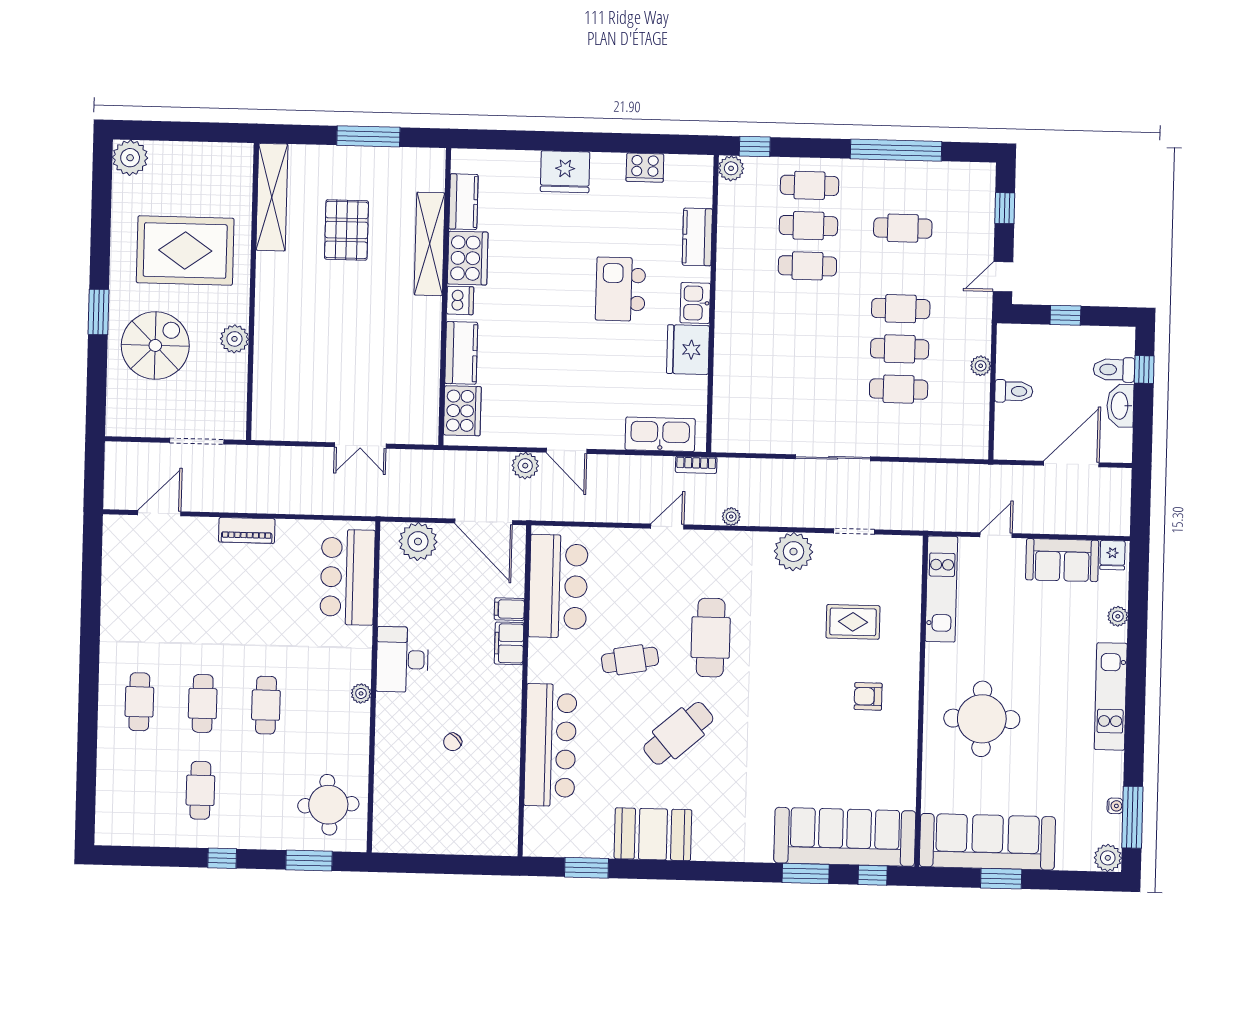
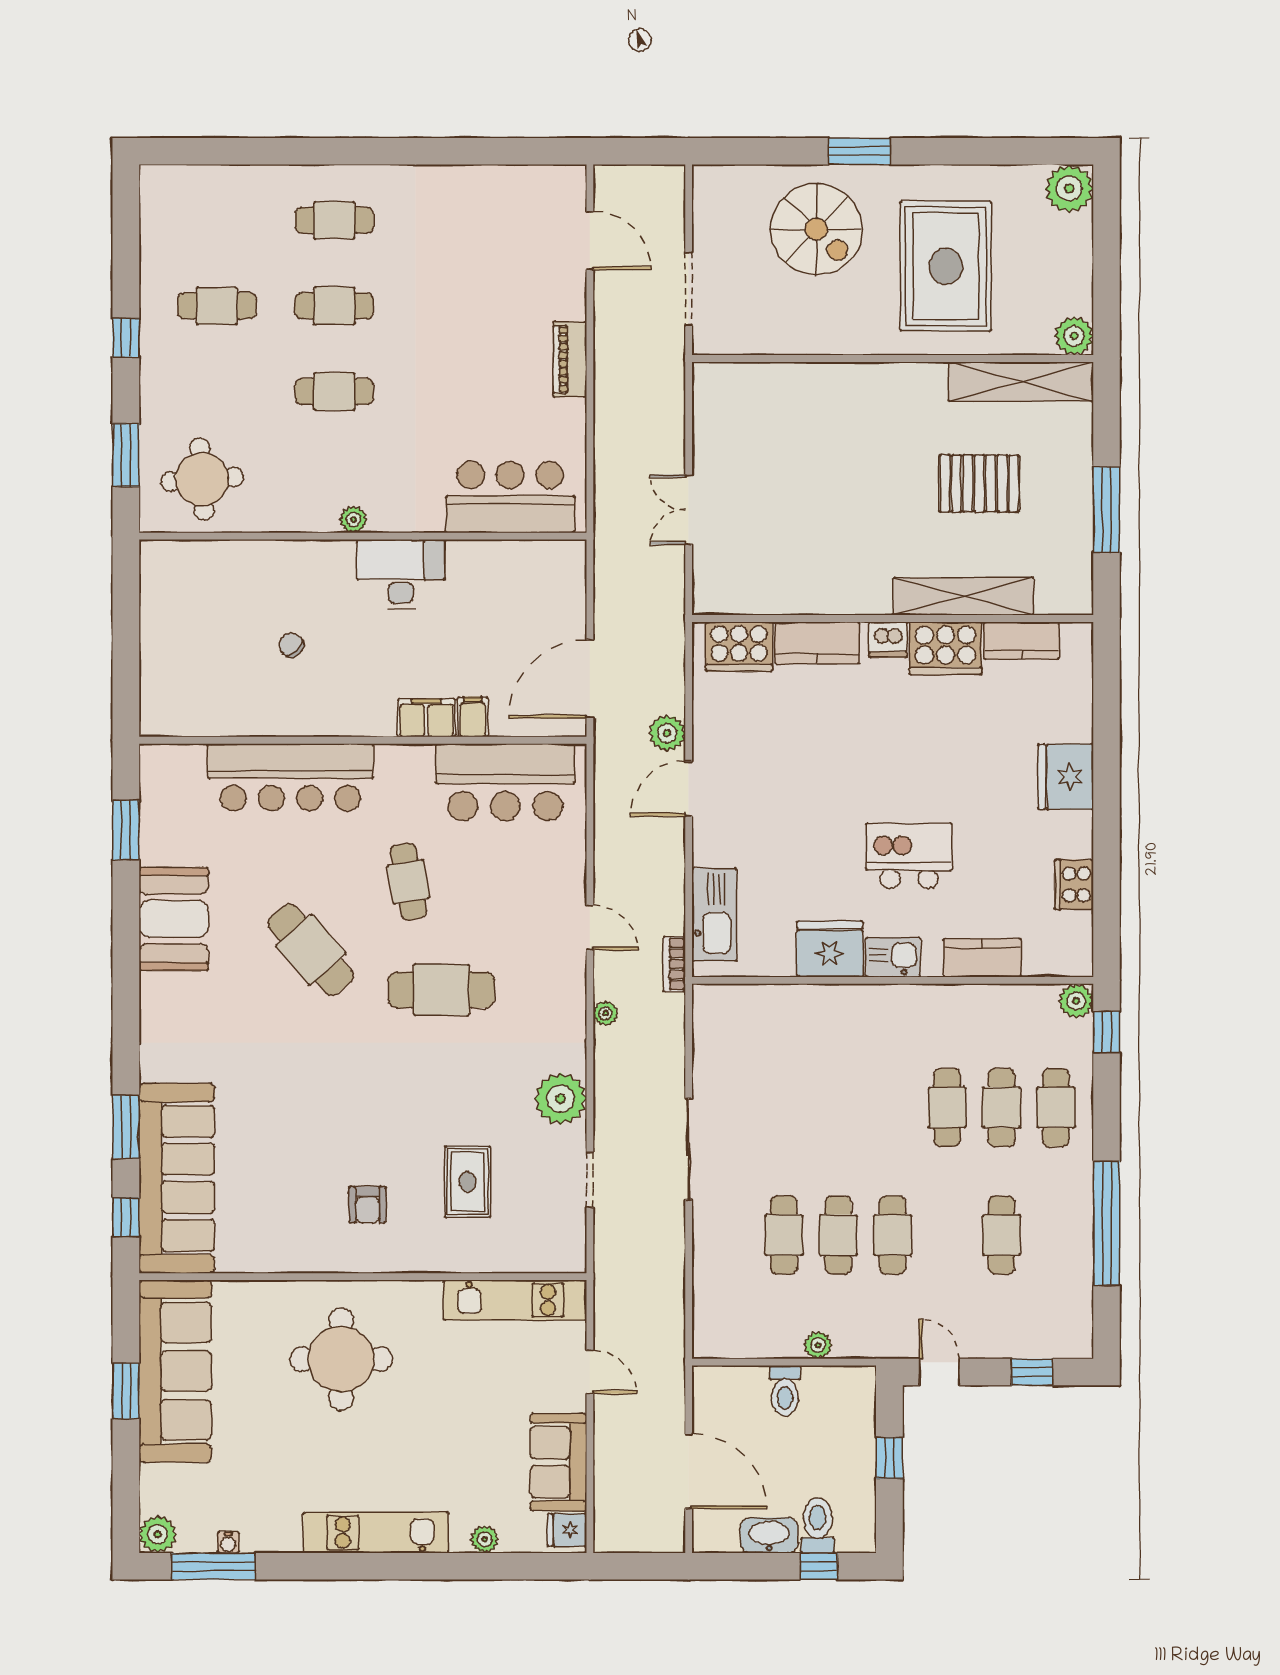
plant: (234, 339) -> (1074, 336), moved
plant: (418, 542) -> (561, 591), removed
armchair: (868, 696) -> (367, 1205), turned 180

